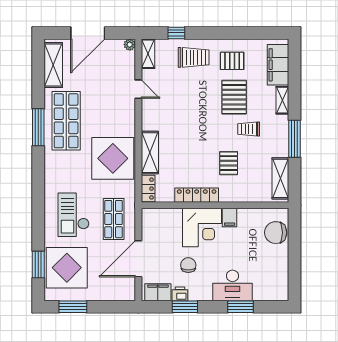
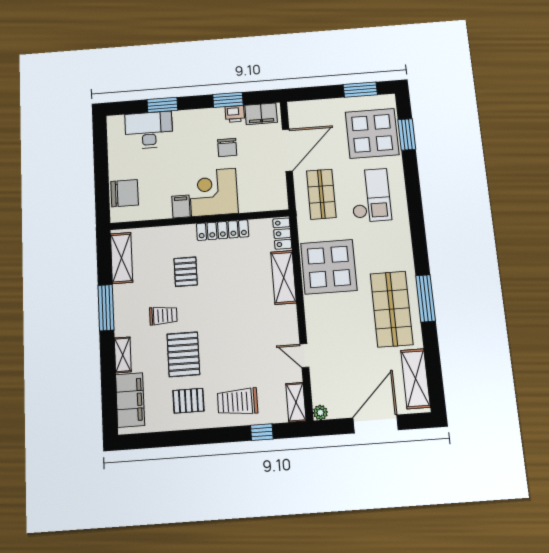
desk: (232, 285) -> (149, 130), moved

